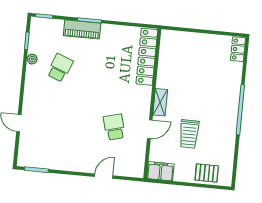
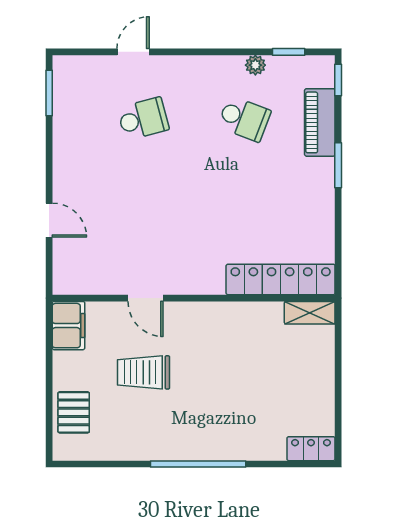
piano: (82, 29) -> (320, 122), moved
shelving: (160, 102) -> (310, 313), moved
school desk: (114, 127) -> (143, 119), moved

